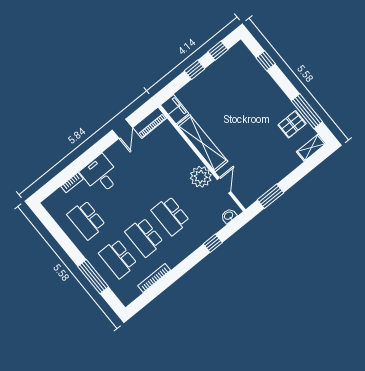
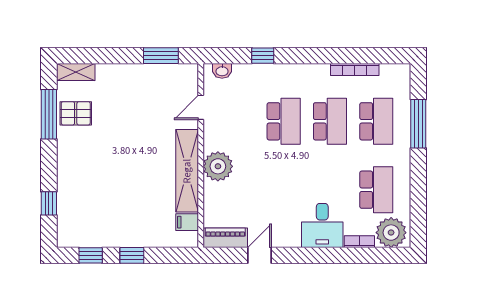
filing cabinet: (175, 109) -> (187, 222), width x0.50
plant: (201, 177) -> (218, 166), moved
plant: (58, 202) -> (391, 233), added

